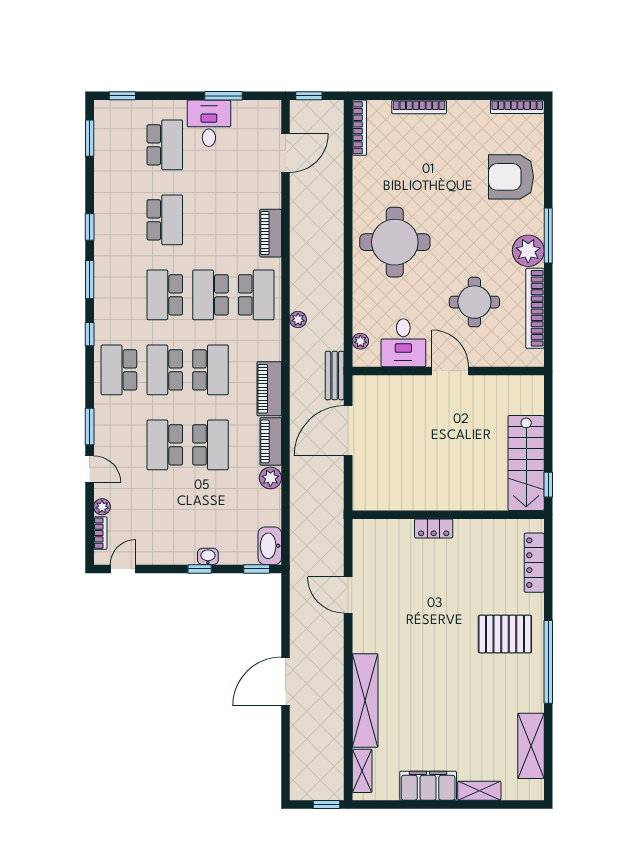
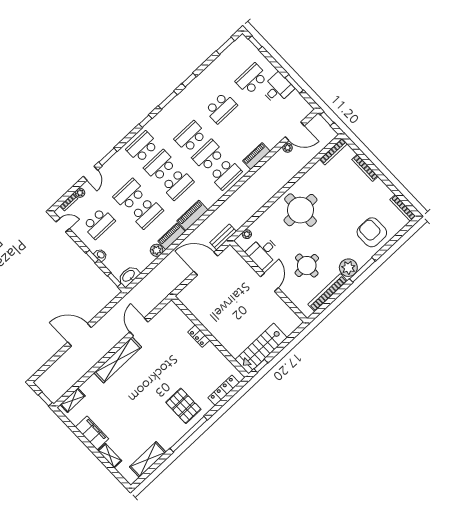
school desk: (165, 145) -> (252, 79), turned 180
plant: (298, 320) -> (288, 148), moved
school desk: (165, 520) -> (99, 223), added
shelving: (365, 701) -> (118, 360), moved

